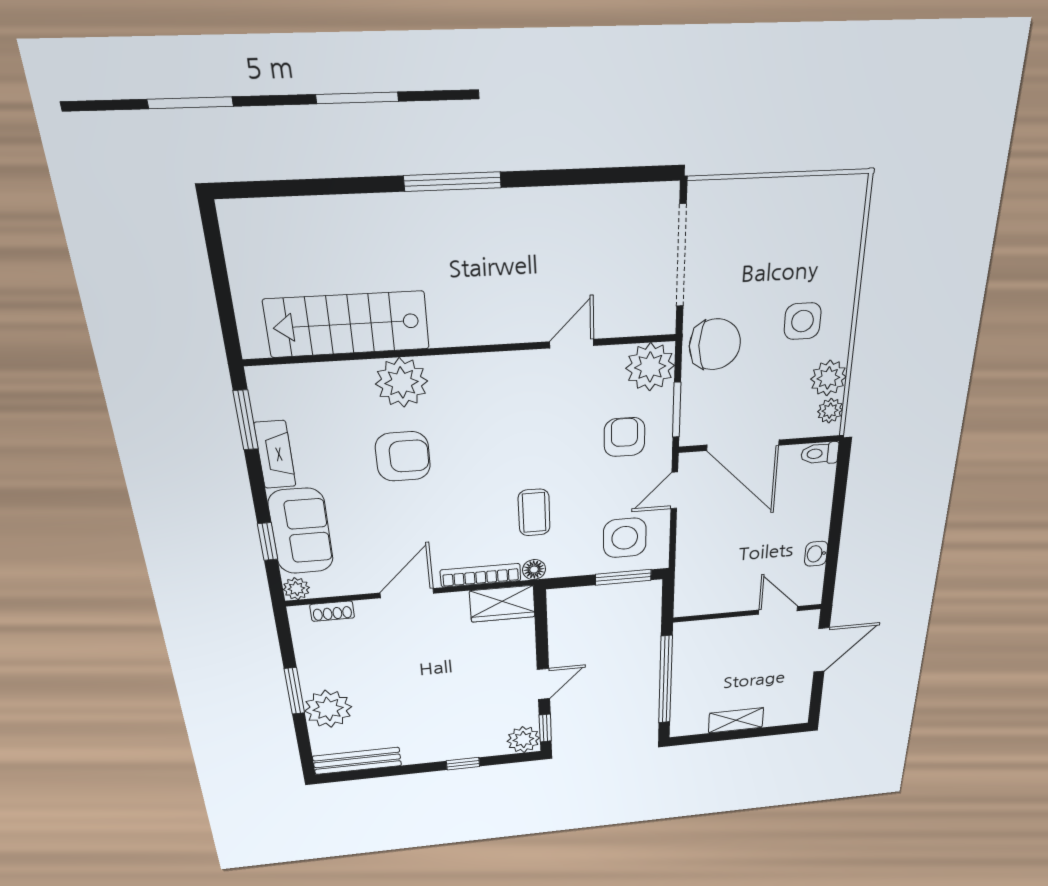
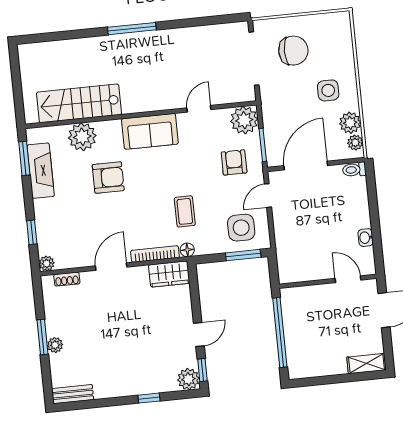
chair: (715, 344) -> (293, 51), moved
plant: (402, 383) -> (82, 137), moved
door: (743, 445) -> (306, 166), swing flipped
fireplace: (275, 455) -> (41, 171), width x1.37, depth x1.32
sofa: (301, 531) -> (150, 131), moved, turned 90
plant: (328, 709) -> (55, 345), width x0.53, depth x0.53
shelving: (736, 720) -> (366, 364), moved
bench: (357, 761) -> (73, 394), width x0.73

